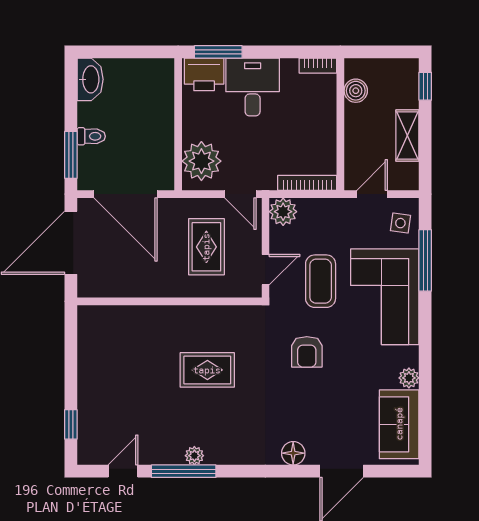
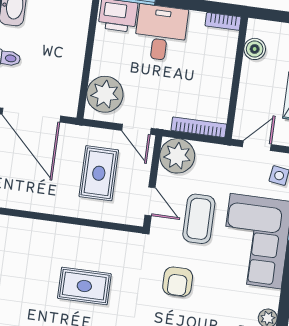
plant: (283, 212) -> (177, 156), width x1.36, depth x1.36
door: (265, 270) -> (150, 201), hinge flipped

